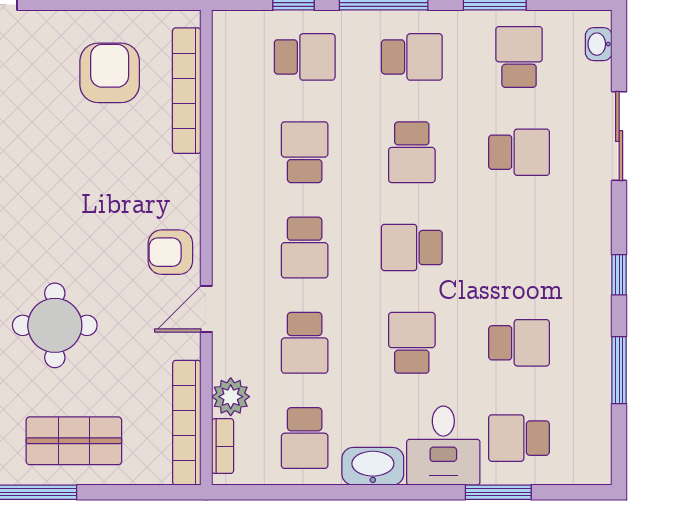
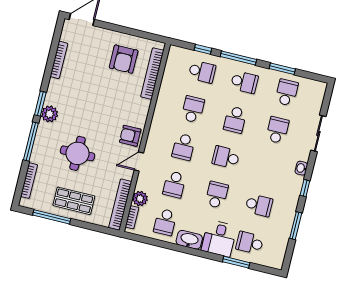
washbasin: (599, 44) -> (301, 168), moved
armchair: (110, 73) -> (124, 59), turned 180
school desk: (519, 152) -> (277, 130), turned -90

